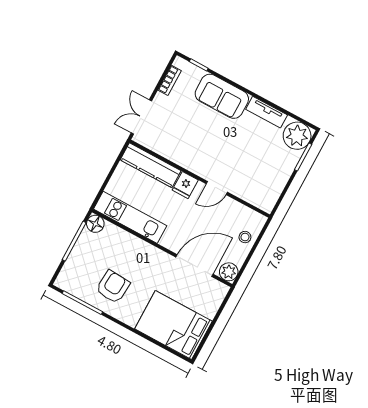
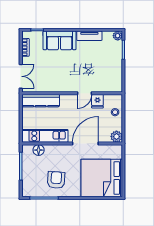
double door: (141, 117) -> (21, 76), swing flipped
plant: (297, 136) -> (118, 36), width x0.53, depth x0.53
fridge: (185, 185) -> (97, 101), moved
floor lamp: (95, 224) -> (39, 150), moved
door: (195, 266) -> (85, 143), moved
bed: (173, 325) -> (102, 178), width x1.36

